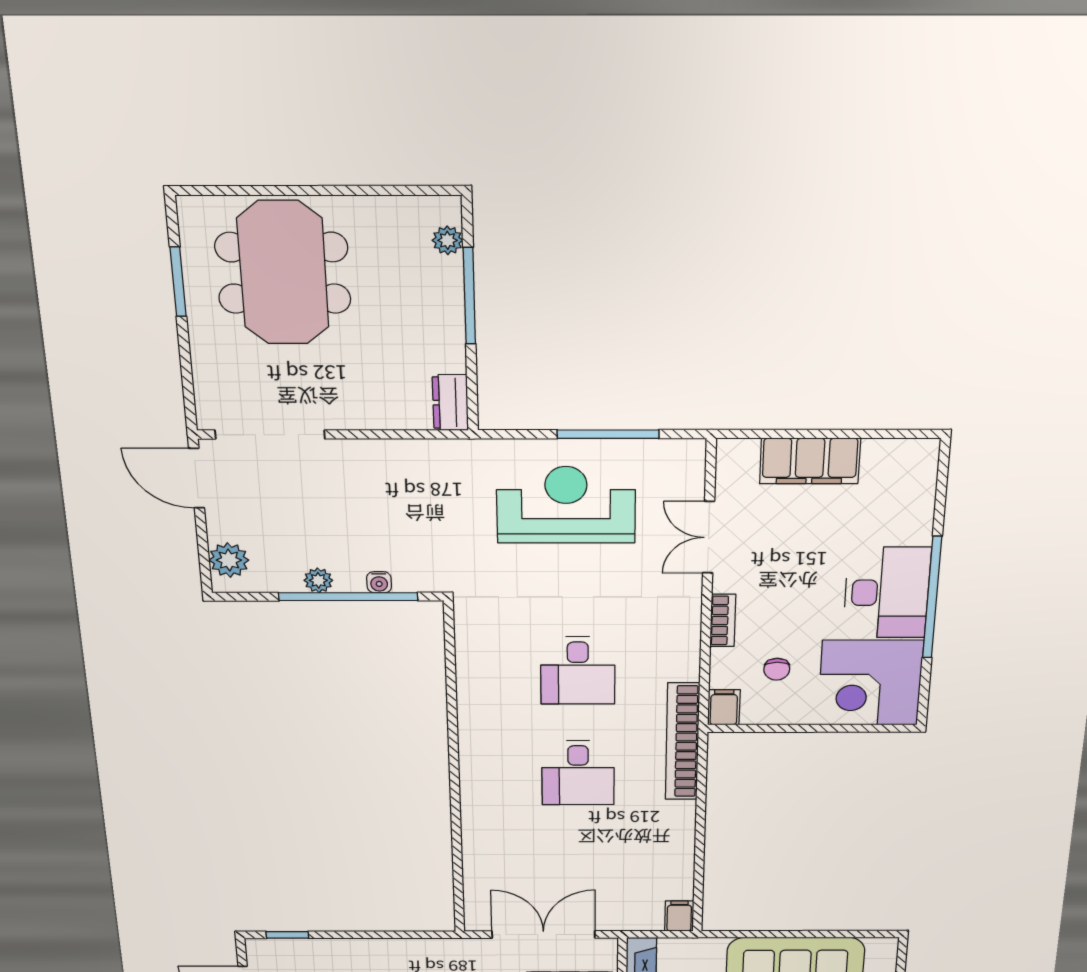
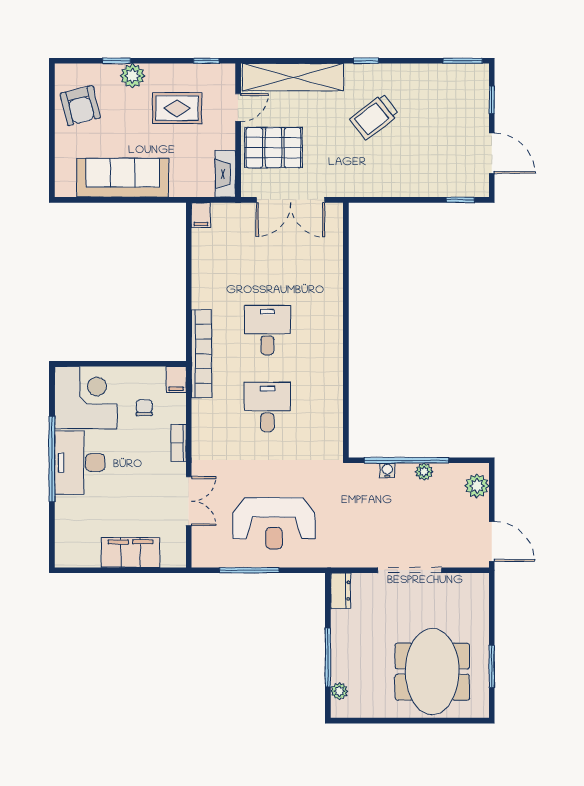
doorway: (270, 435) -> (410, 570), moved

